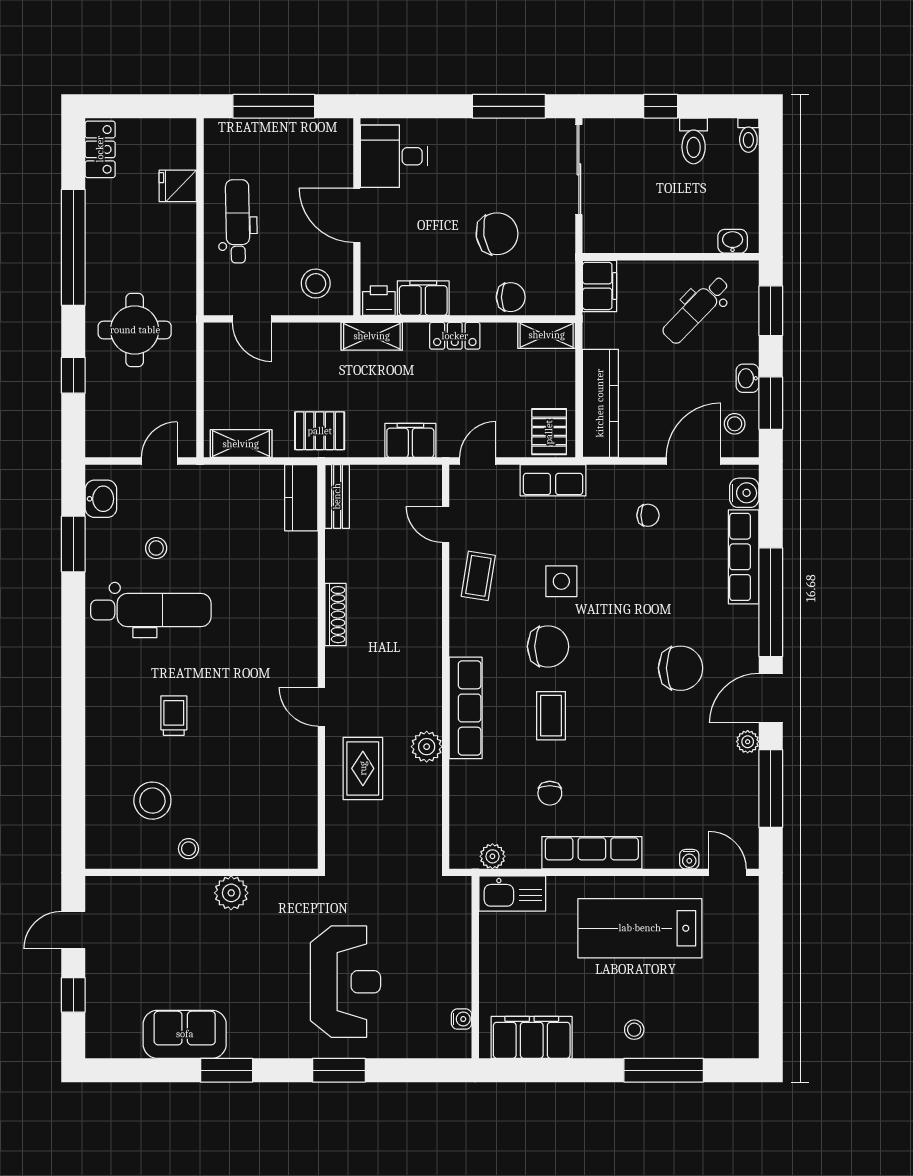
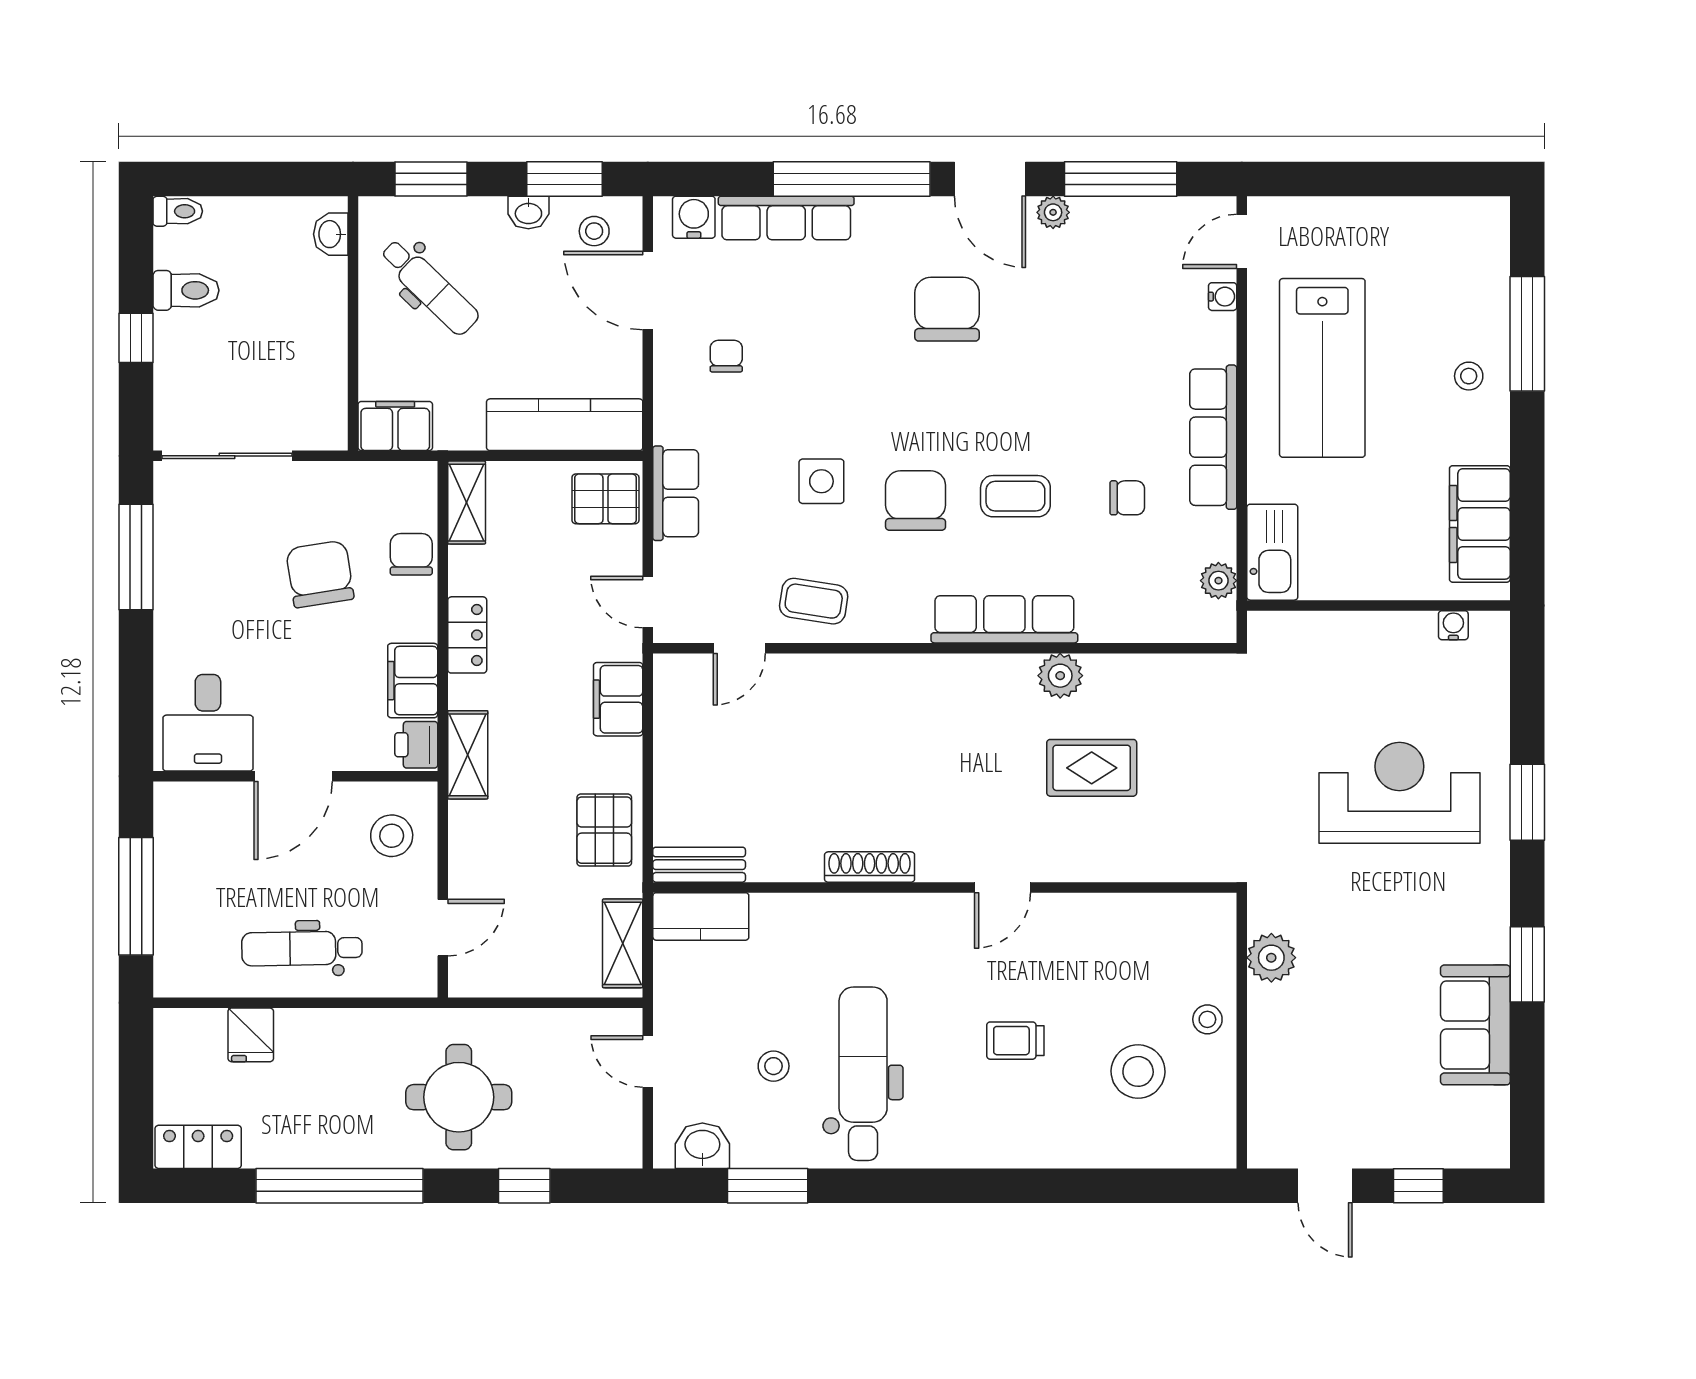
bench: (337, 496) -> (699, 865), moved
kitchen counter: (301, 498) -> (701, 916), moved
shoe rack: (335, 615) -> (870, 867), moved
wall: (321, 667) -> (945, 887), moved
door: (321, 707) -> (1003, 887), moved

